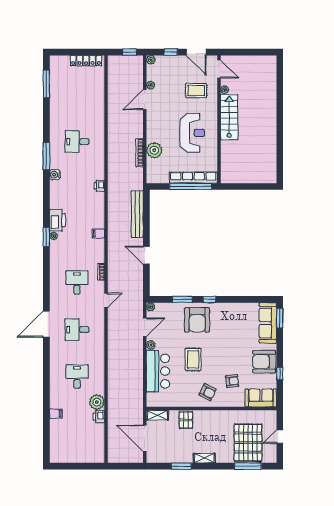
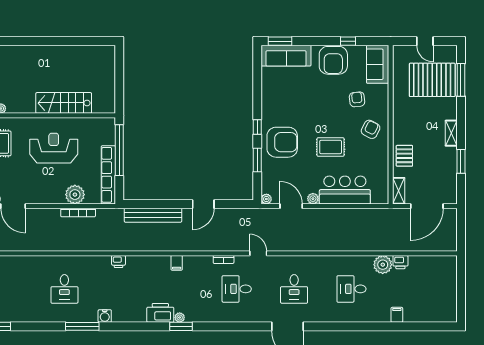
stairs: (229, 117) -> (64, 103), moved
row of seats: (193, 178) -> (108, 175), moved
pallet: (186, 420) -> (404, 156), turned 90

